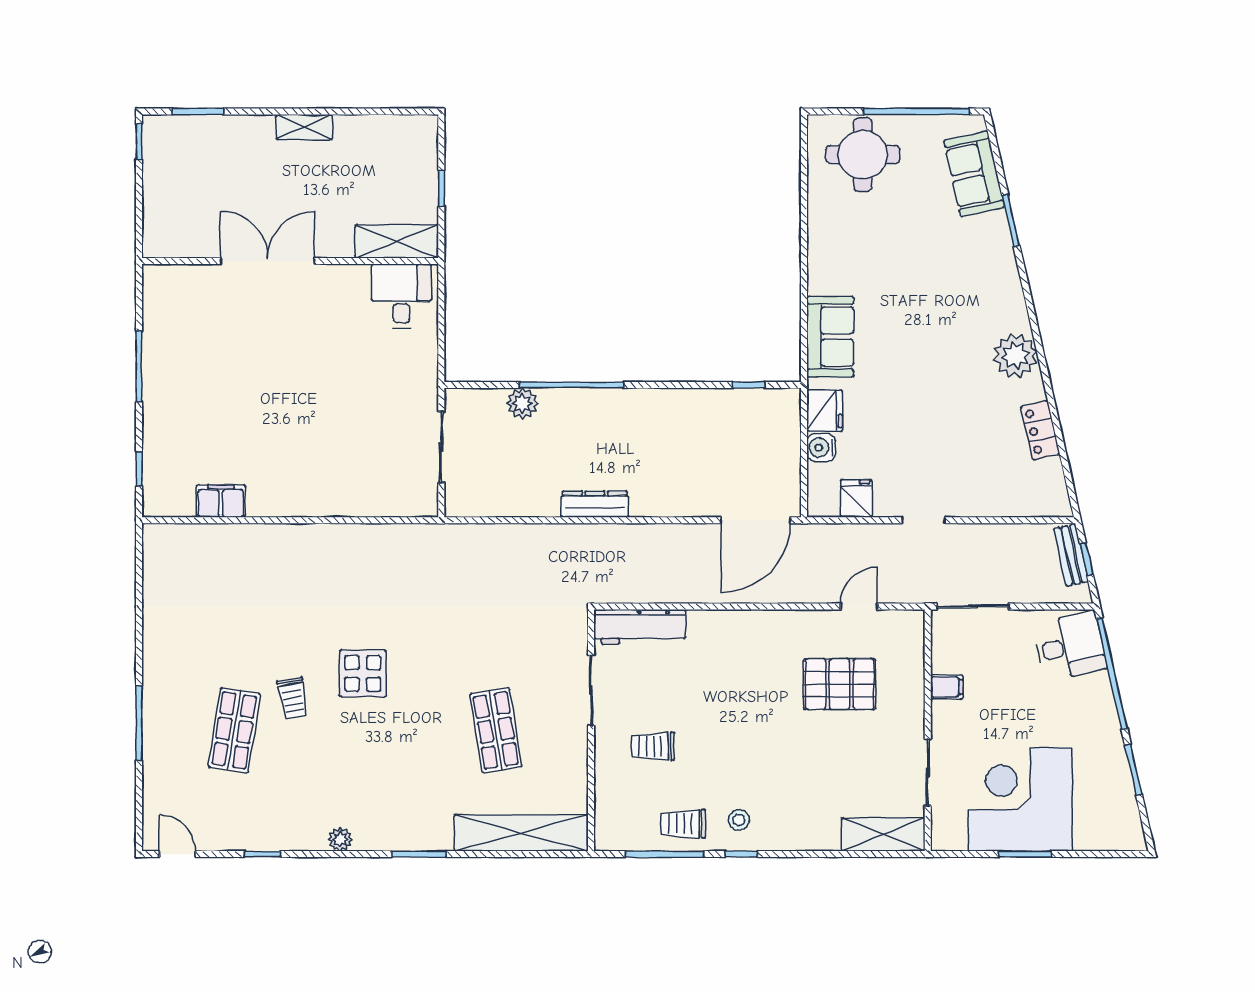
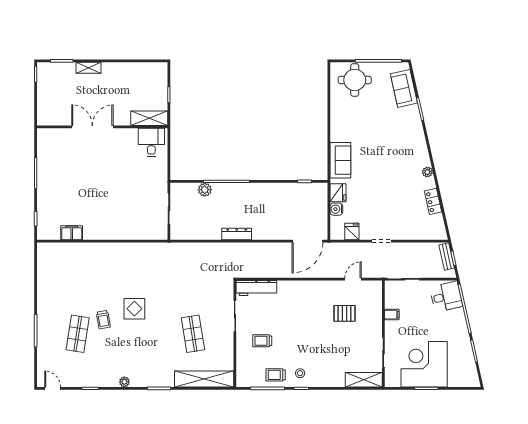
shelving: (304, 127) -> (88, 68), moved
plant: (1015, 356) -> (427, 172), width x0.53, depth x0.53
pallet: (839, 684) -> (345, 313), width x0.67, depth x0.71

